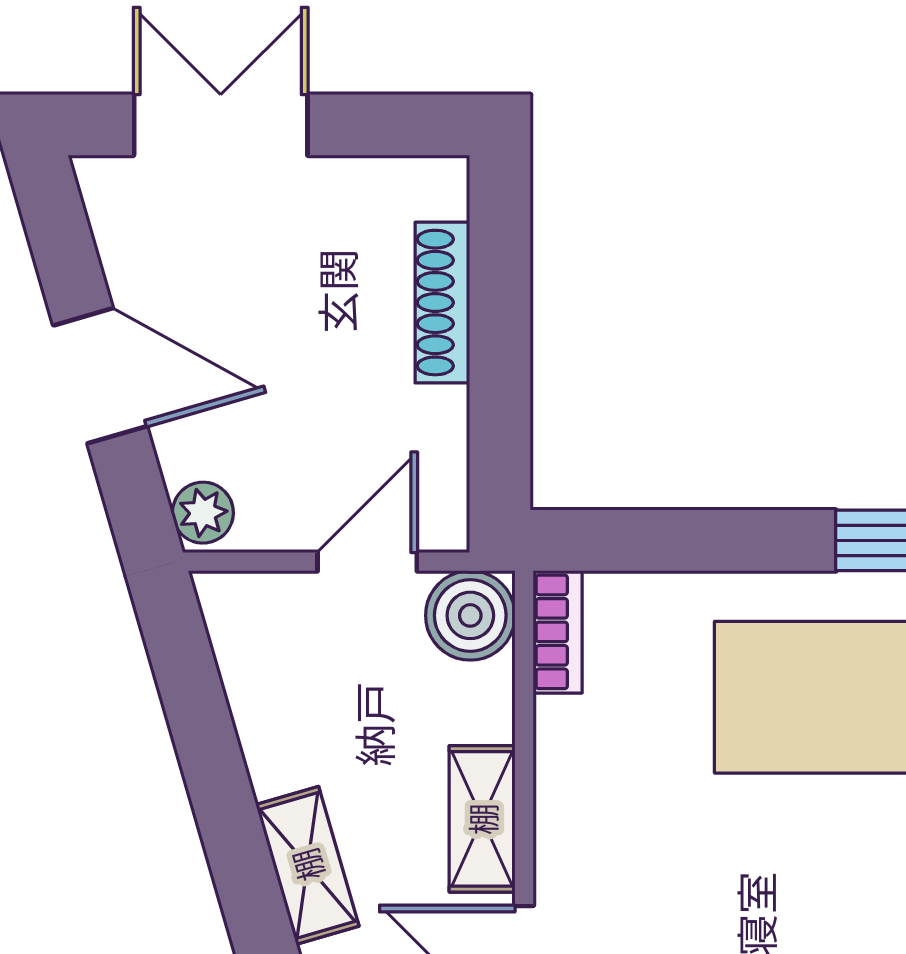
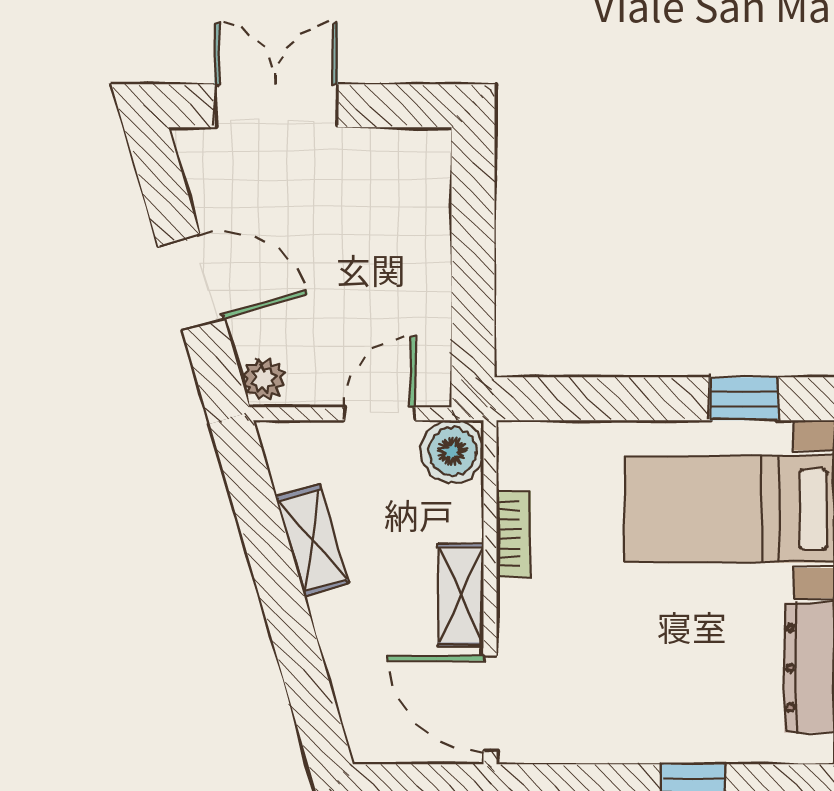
shoe rack: (442, 303) -> (432, 231), removed
bookcase: (558, 632) -> (514, 534), moved
shelving: (307, 865) -> (312, 540), moved

